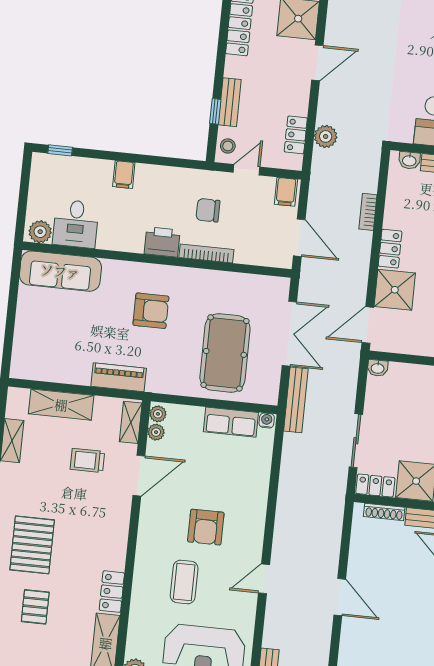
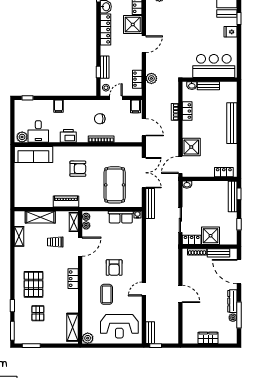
printer: (162, 242) -> (68, 136), moved
locker: (390, 249) -> (187, 111), moved
locker: (112, 592) -> (73, 279), moved

